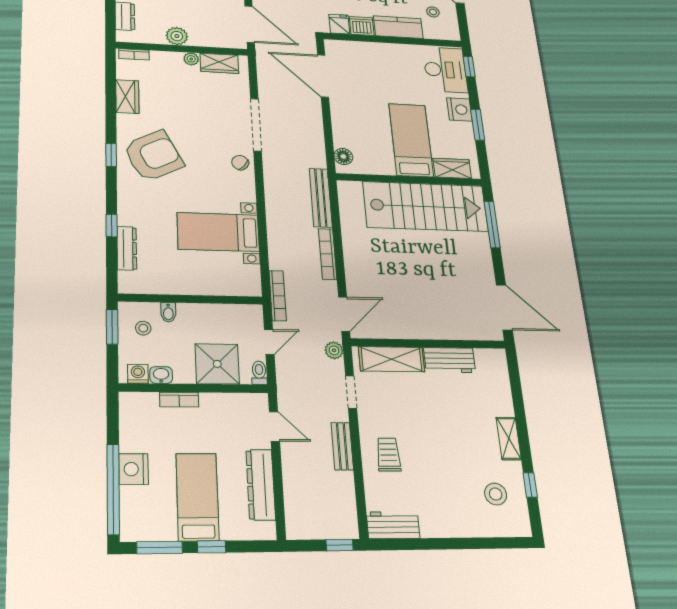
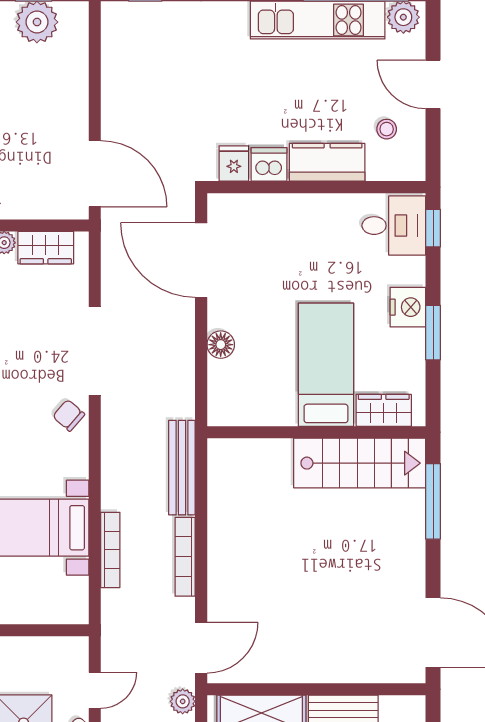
desk: (445, 70) -> (394, 226), width x0.73
floor lamp: (343, 156) -> (221, 345), moved
stairs: (425, 206) -> (360, 463), width x0.73, depth x0.66
bookcase: (278, 296) -> (110, 550), moved

